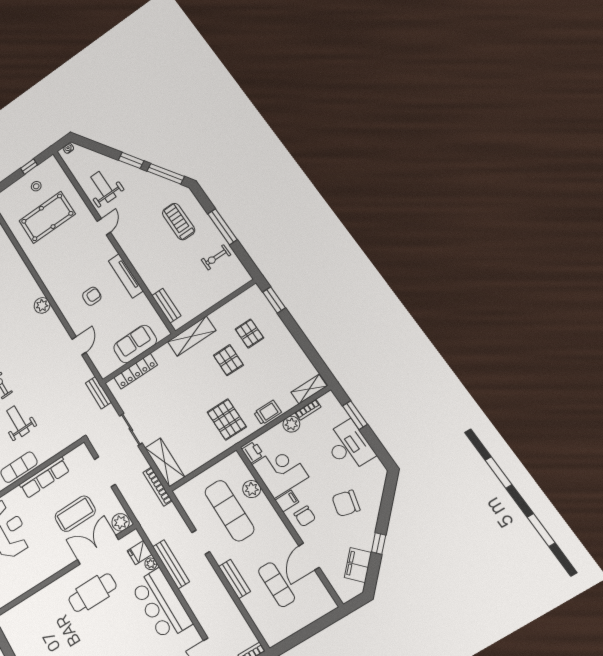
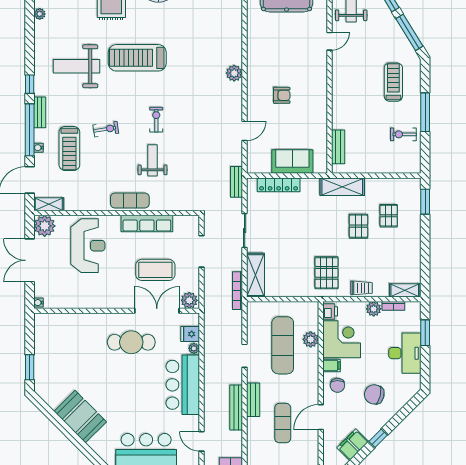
tv unit: (126, 276) -> (321, 98), removed
bench: (171, 564) -> (236, 408), moved

